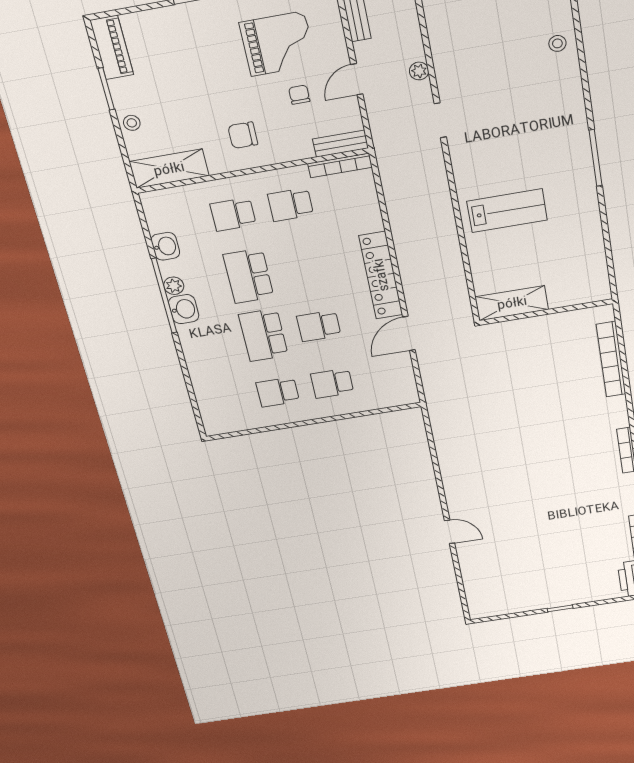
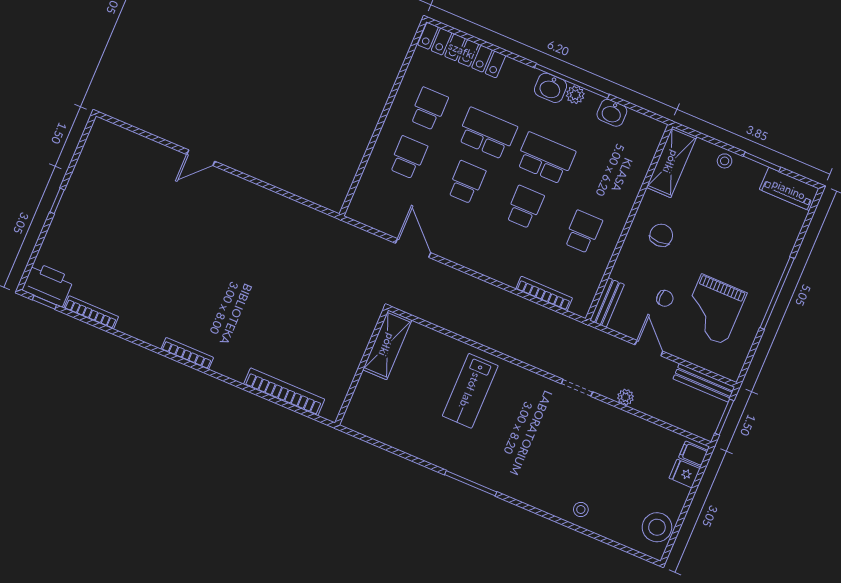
bookcase: (340, 165) -> (544, 293), moved, turned 90
school desk: (233, 214) -> (525, 207), moved
locker: (381, 275) -> (462, 50), moved, turned 180

